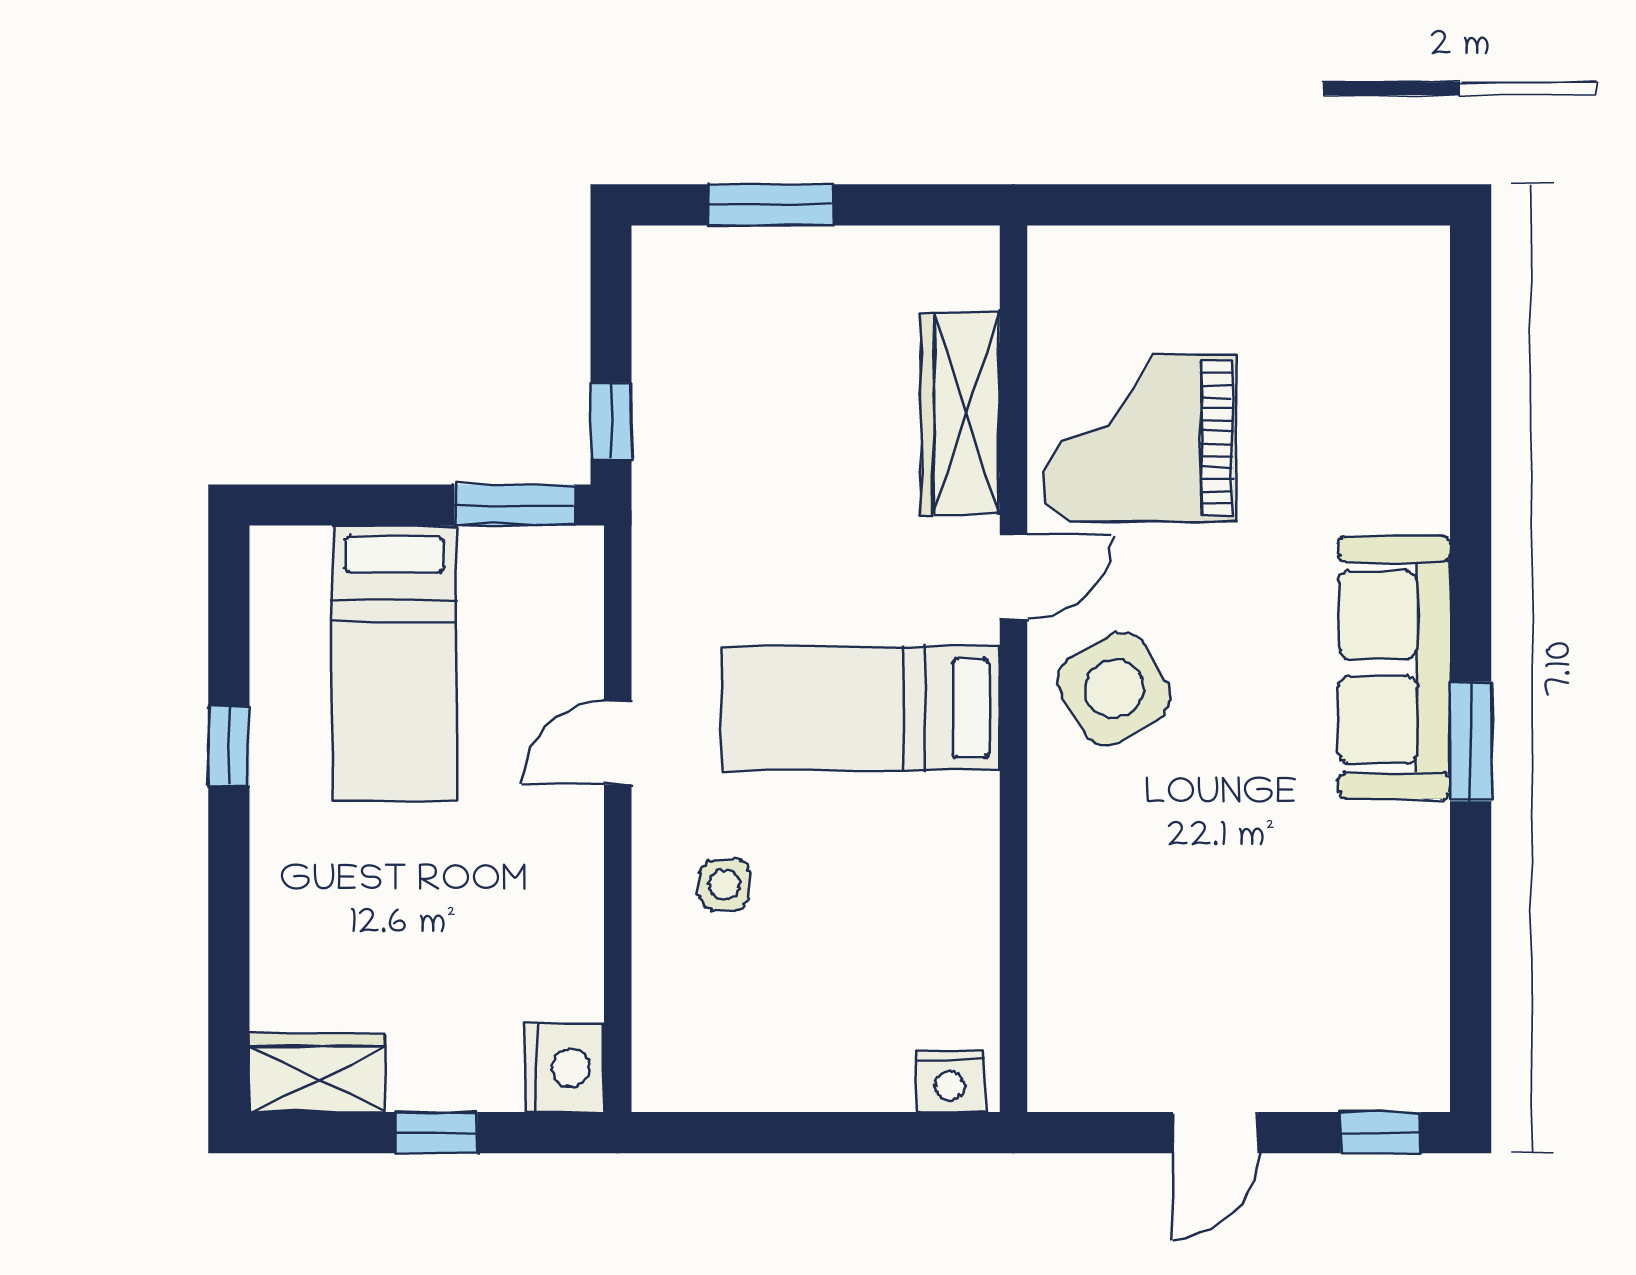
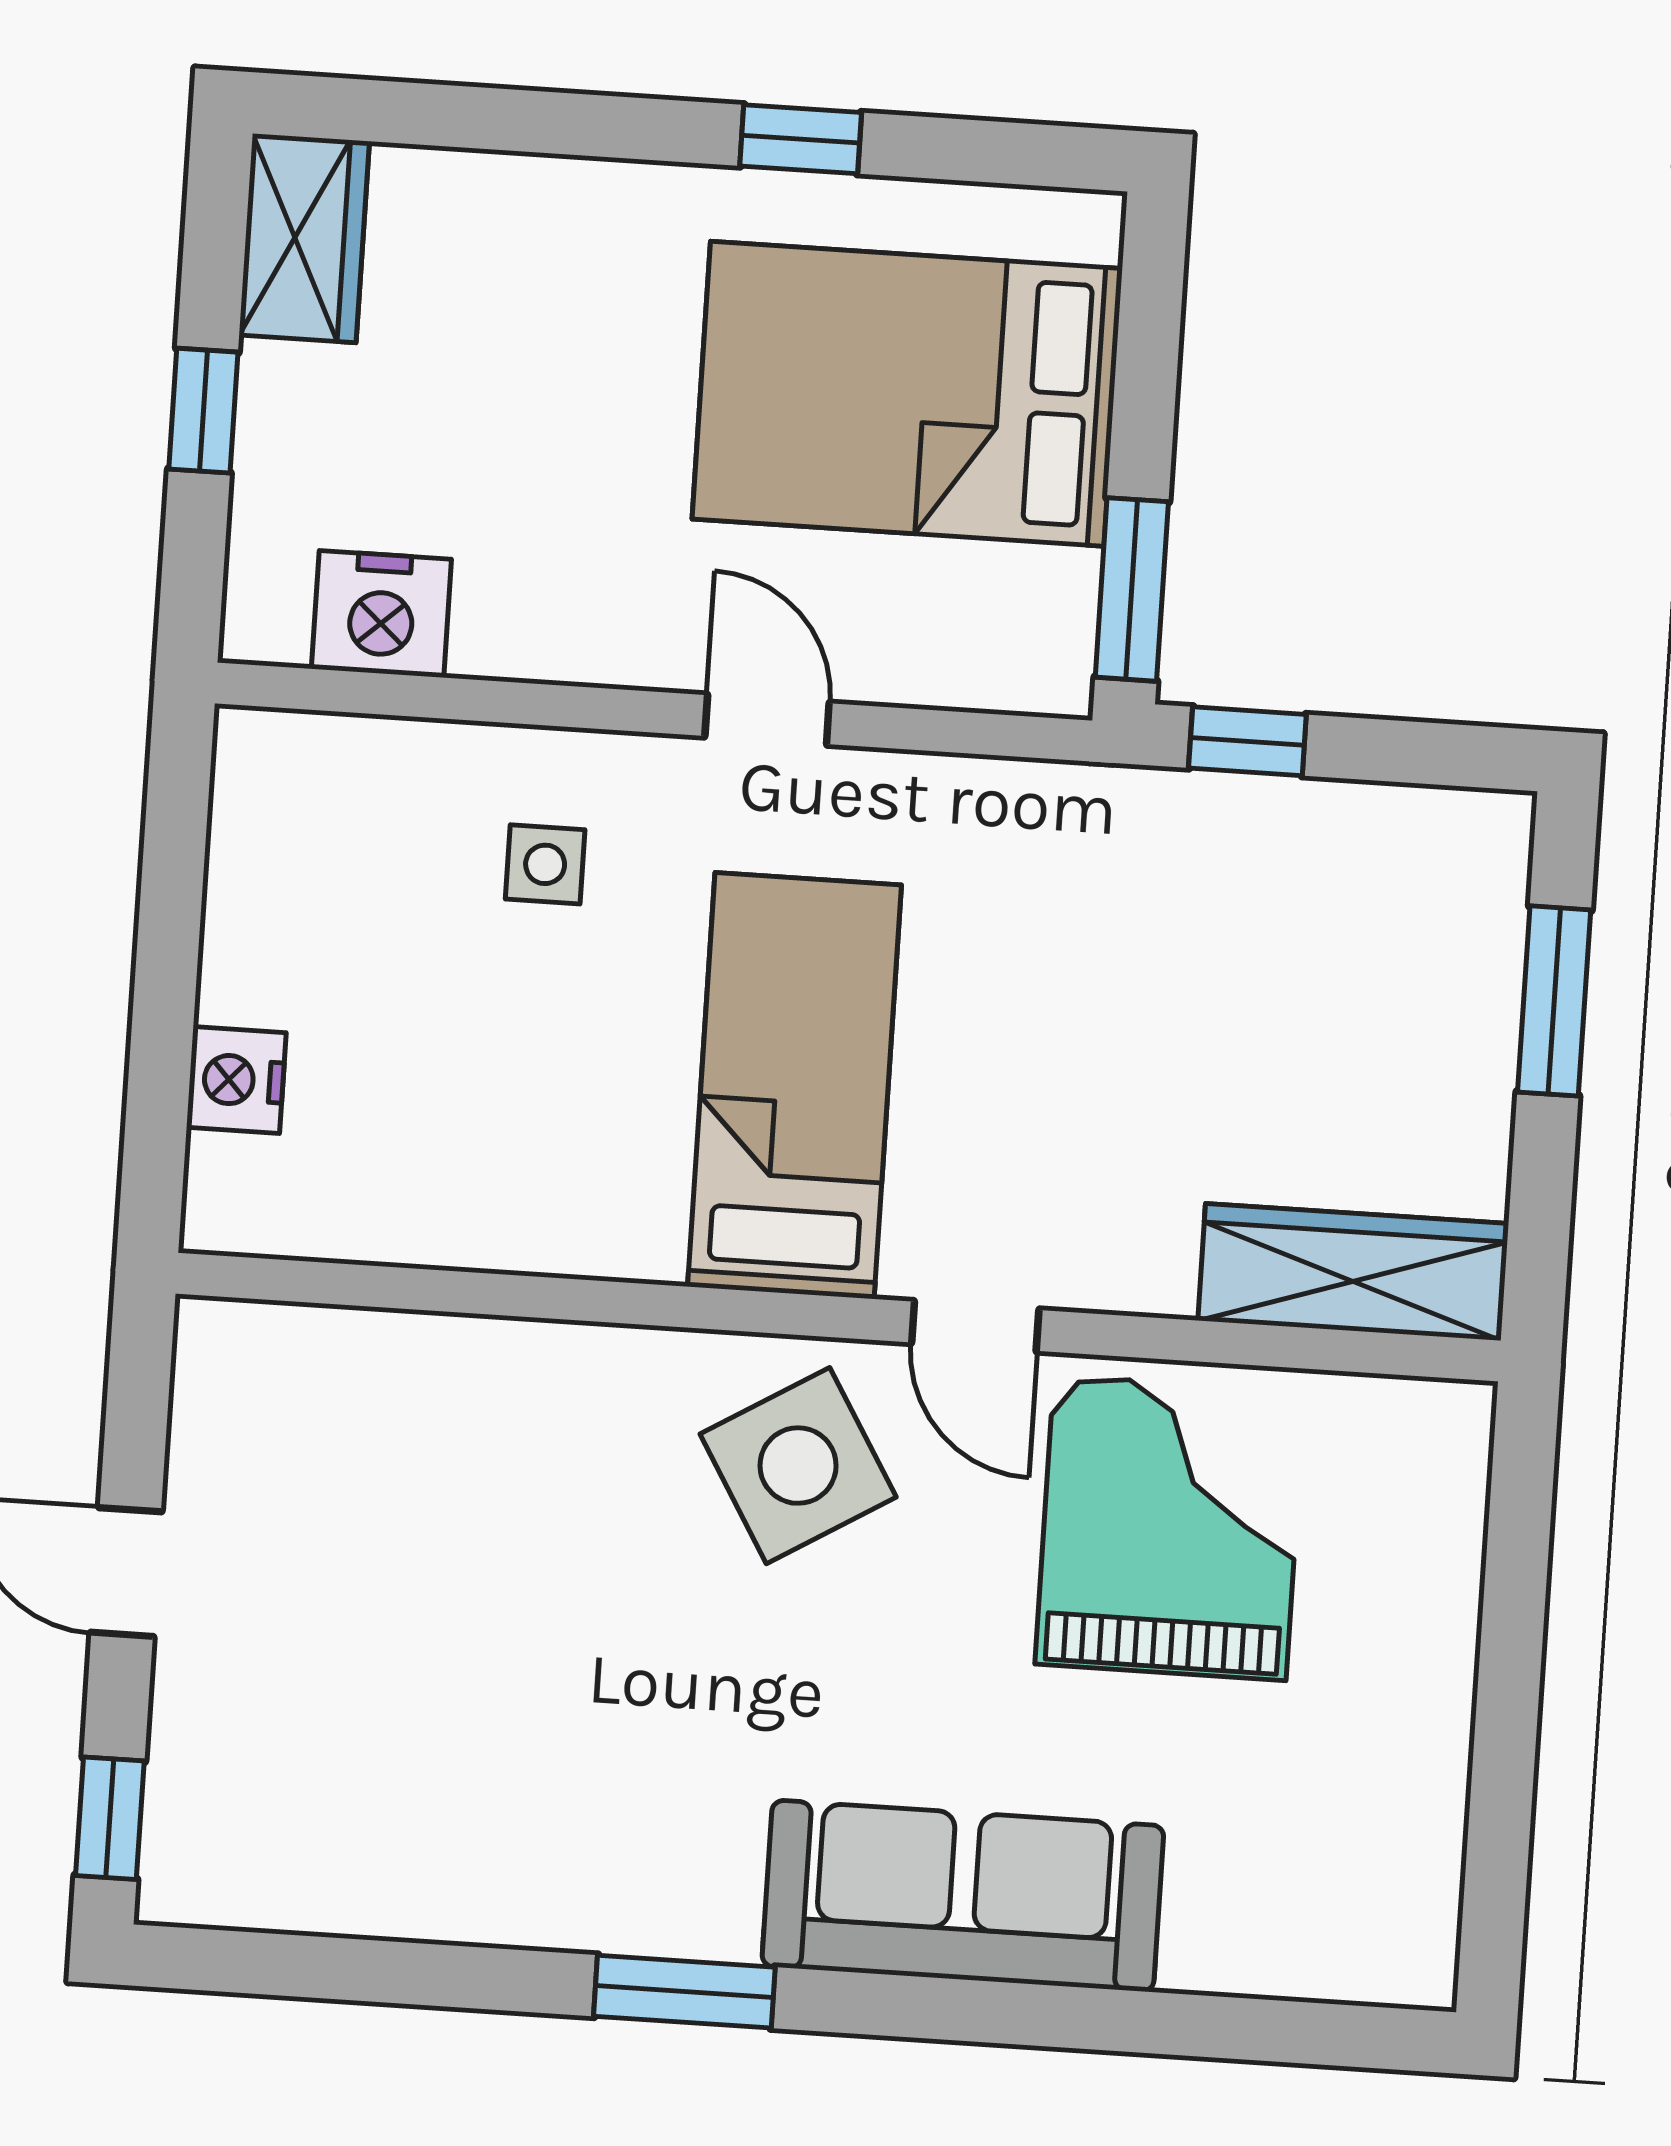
wardrobe: (961, 414) -> (1353, 1272), moved
bed: (394, 664) -> (907, 394), width x1.50
sofa: (1394, 667) -> (963, 1896), moved
nightstand: (564, 1068) -> (381, 614), moved
nightstand: (950, 1081) -> (236, 1080), moved

